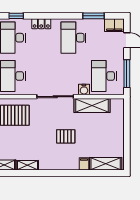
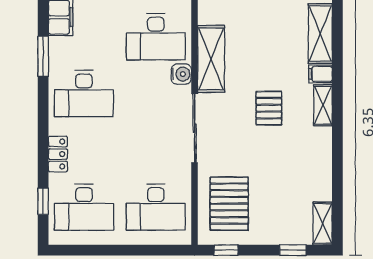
shelving: (27, 165) -> (323, 105), moved

